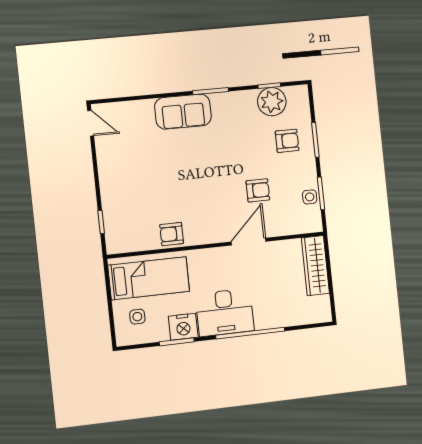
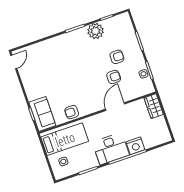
plant: (272, 102) -> (95, 31), moved
sofa: (183, 112) -> (42, 114), moved, turned -90
door: (91, 123) -> (14, 62), hinge flipped
armchair: (287, 141) -> (117, 57), moved
wardrobe: (315, 266) -> (154, 106), width x0.67
nightstand: (183, 327) -> (135, 146), moved

